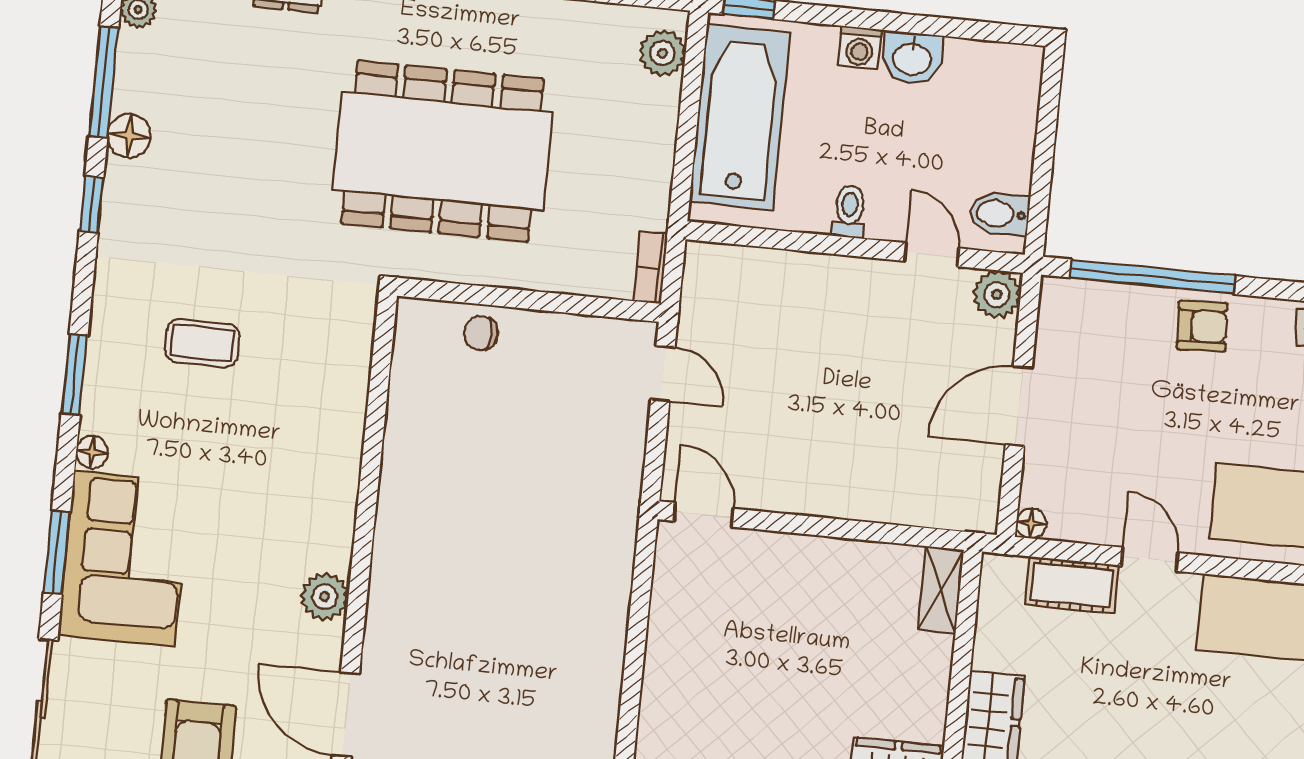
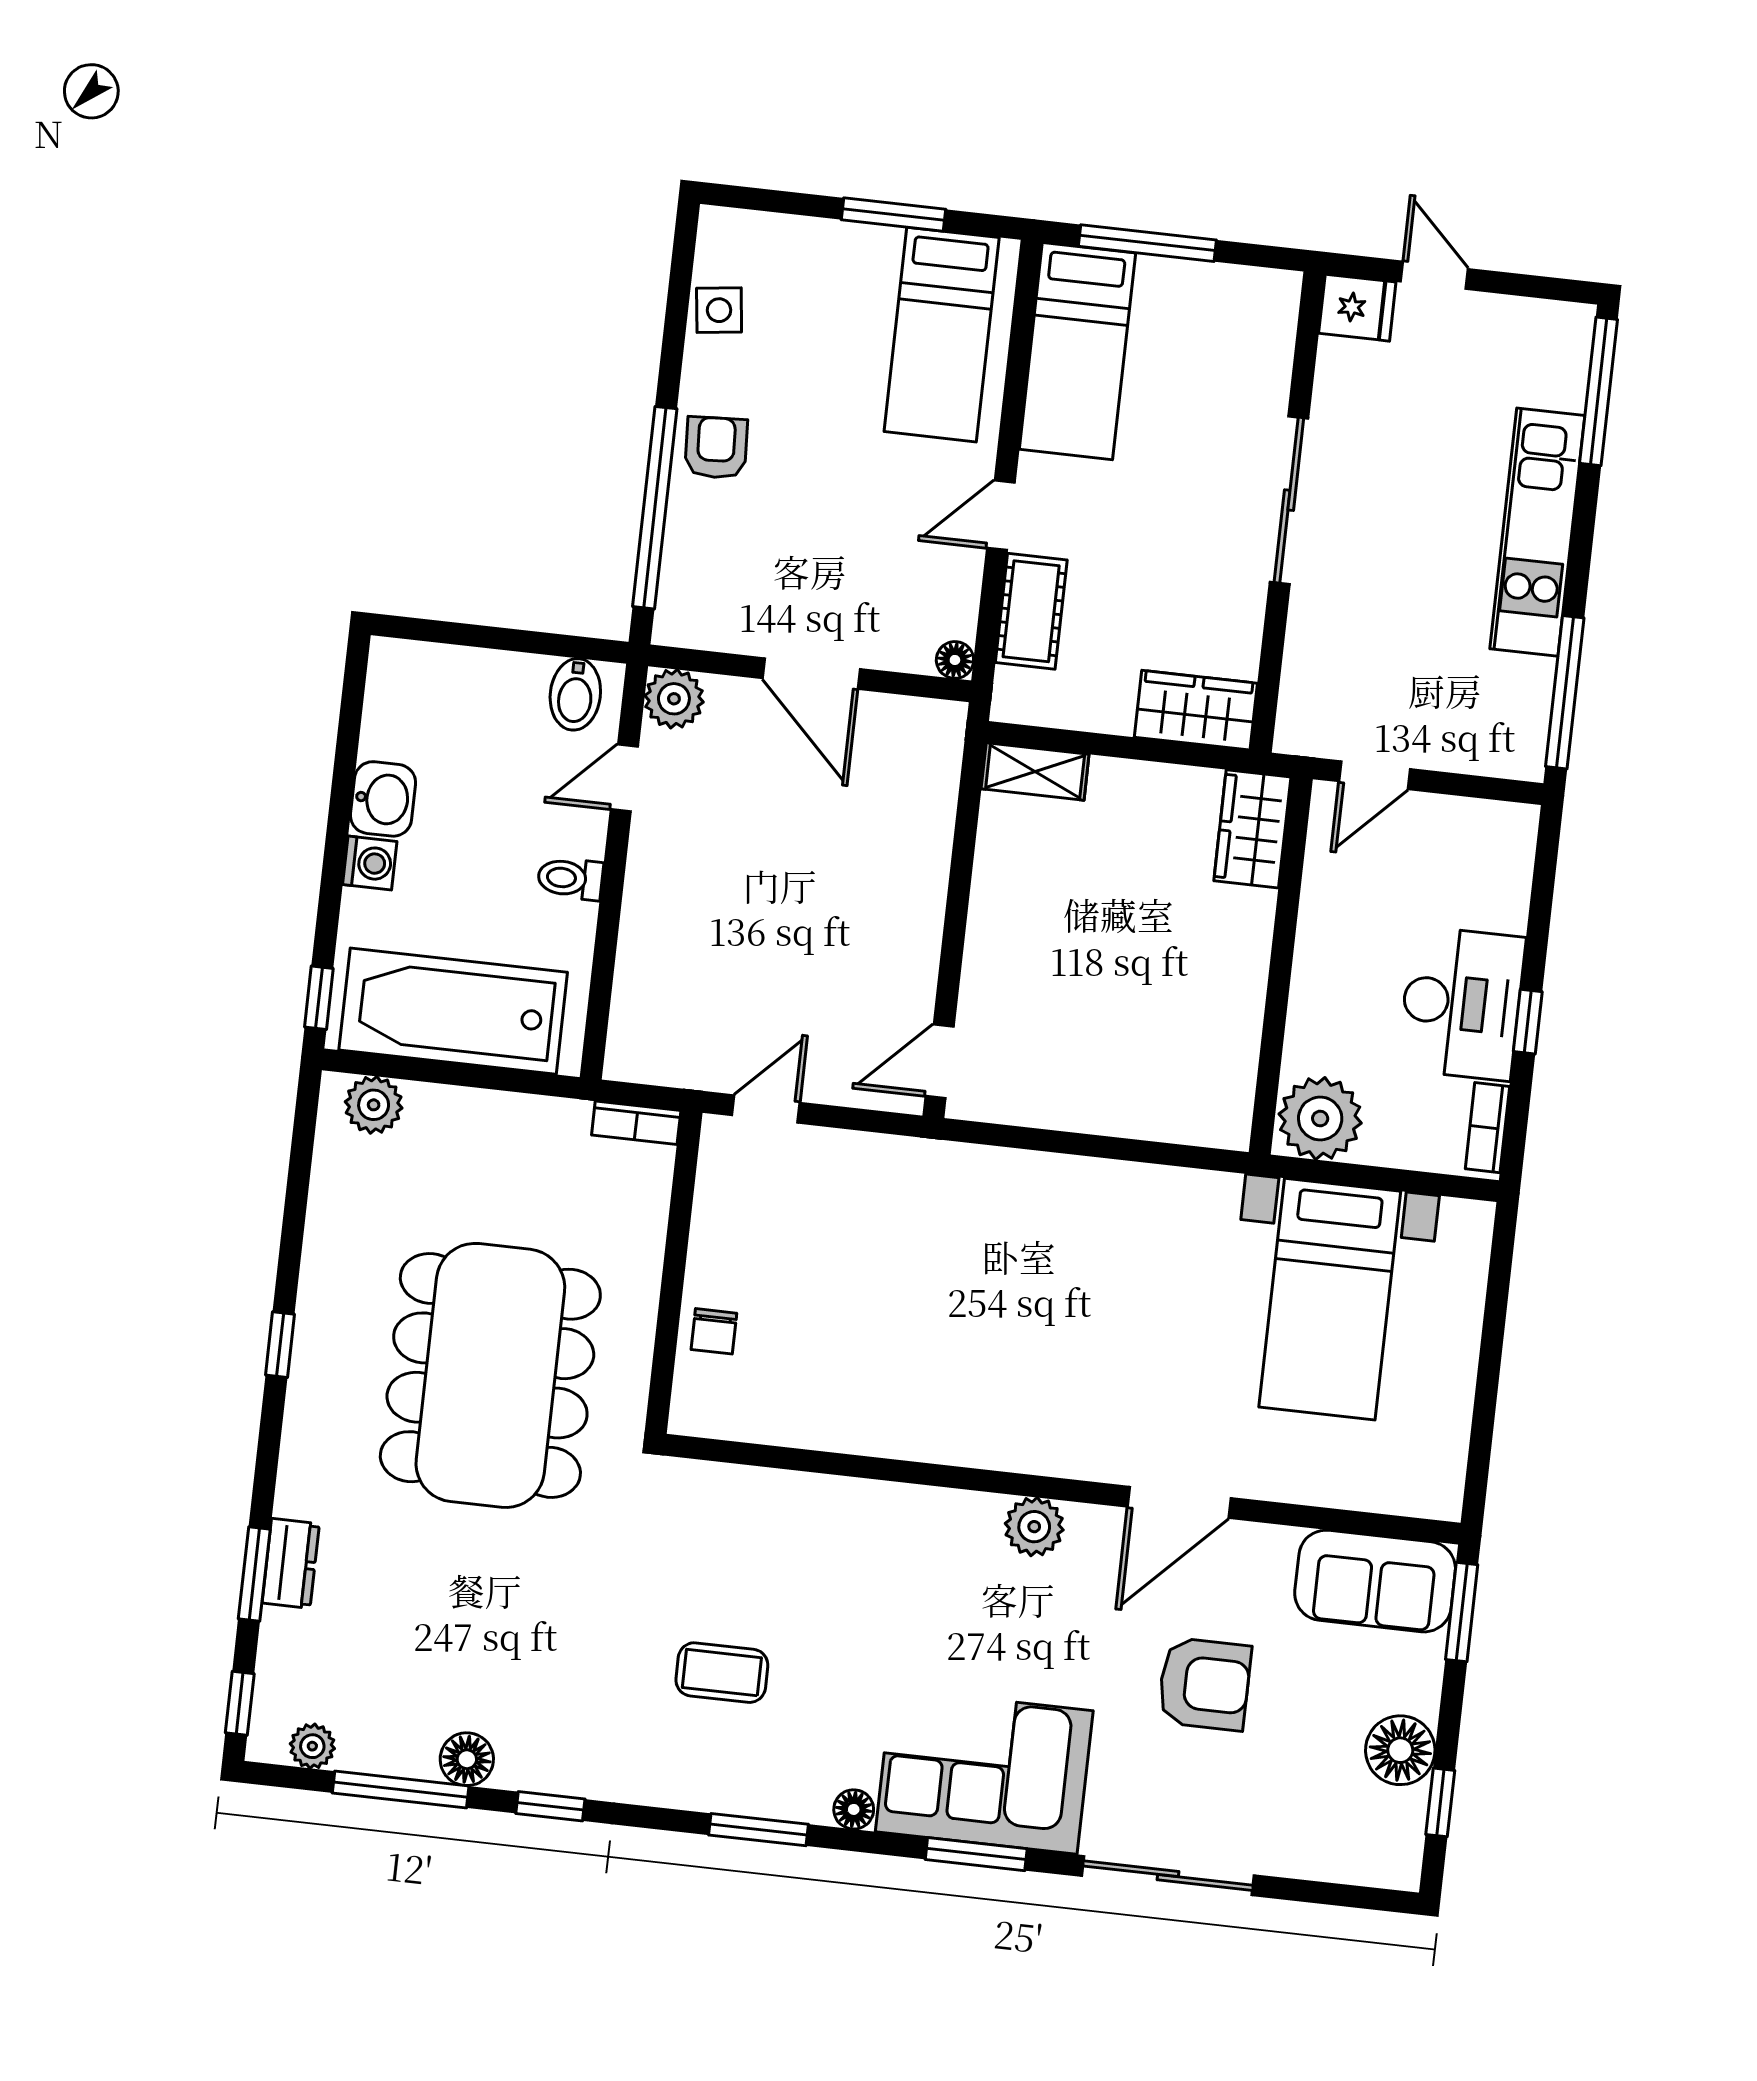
coffee table: (202, 343) -> (722, 1673), turned 90

